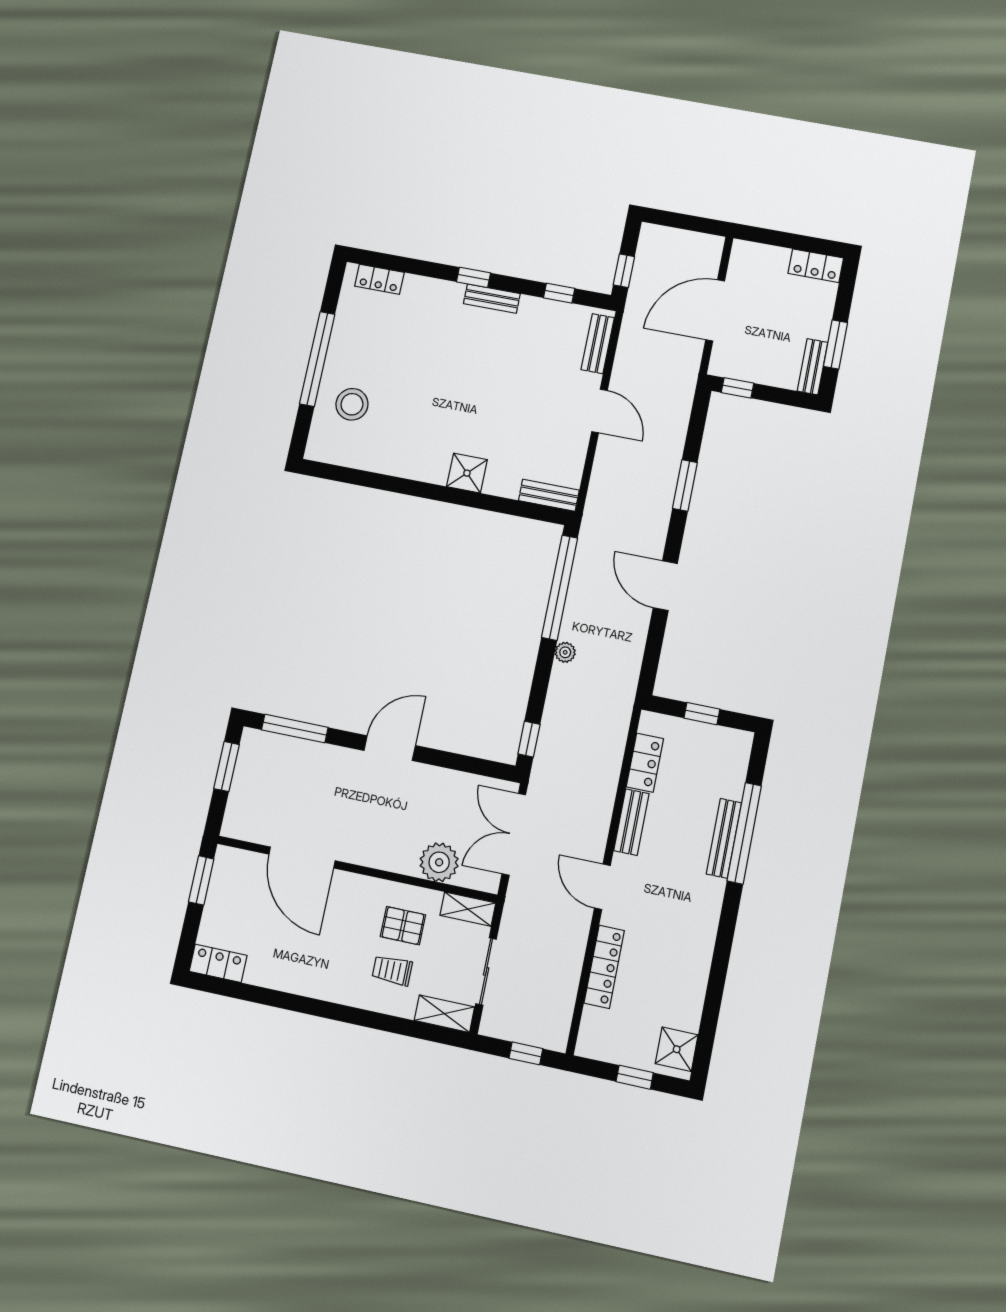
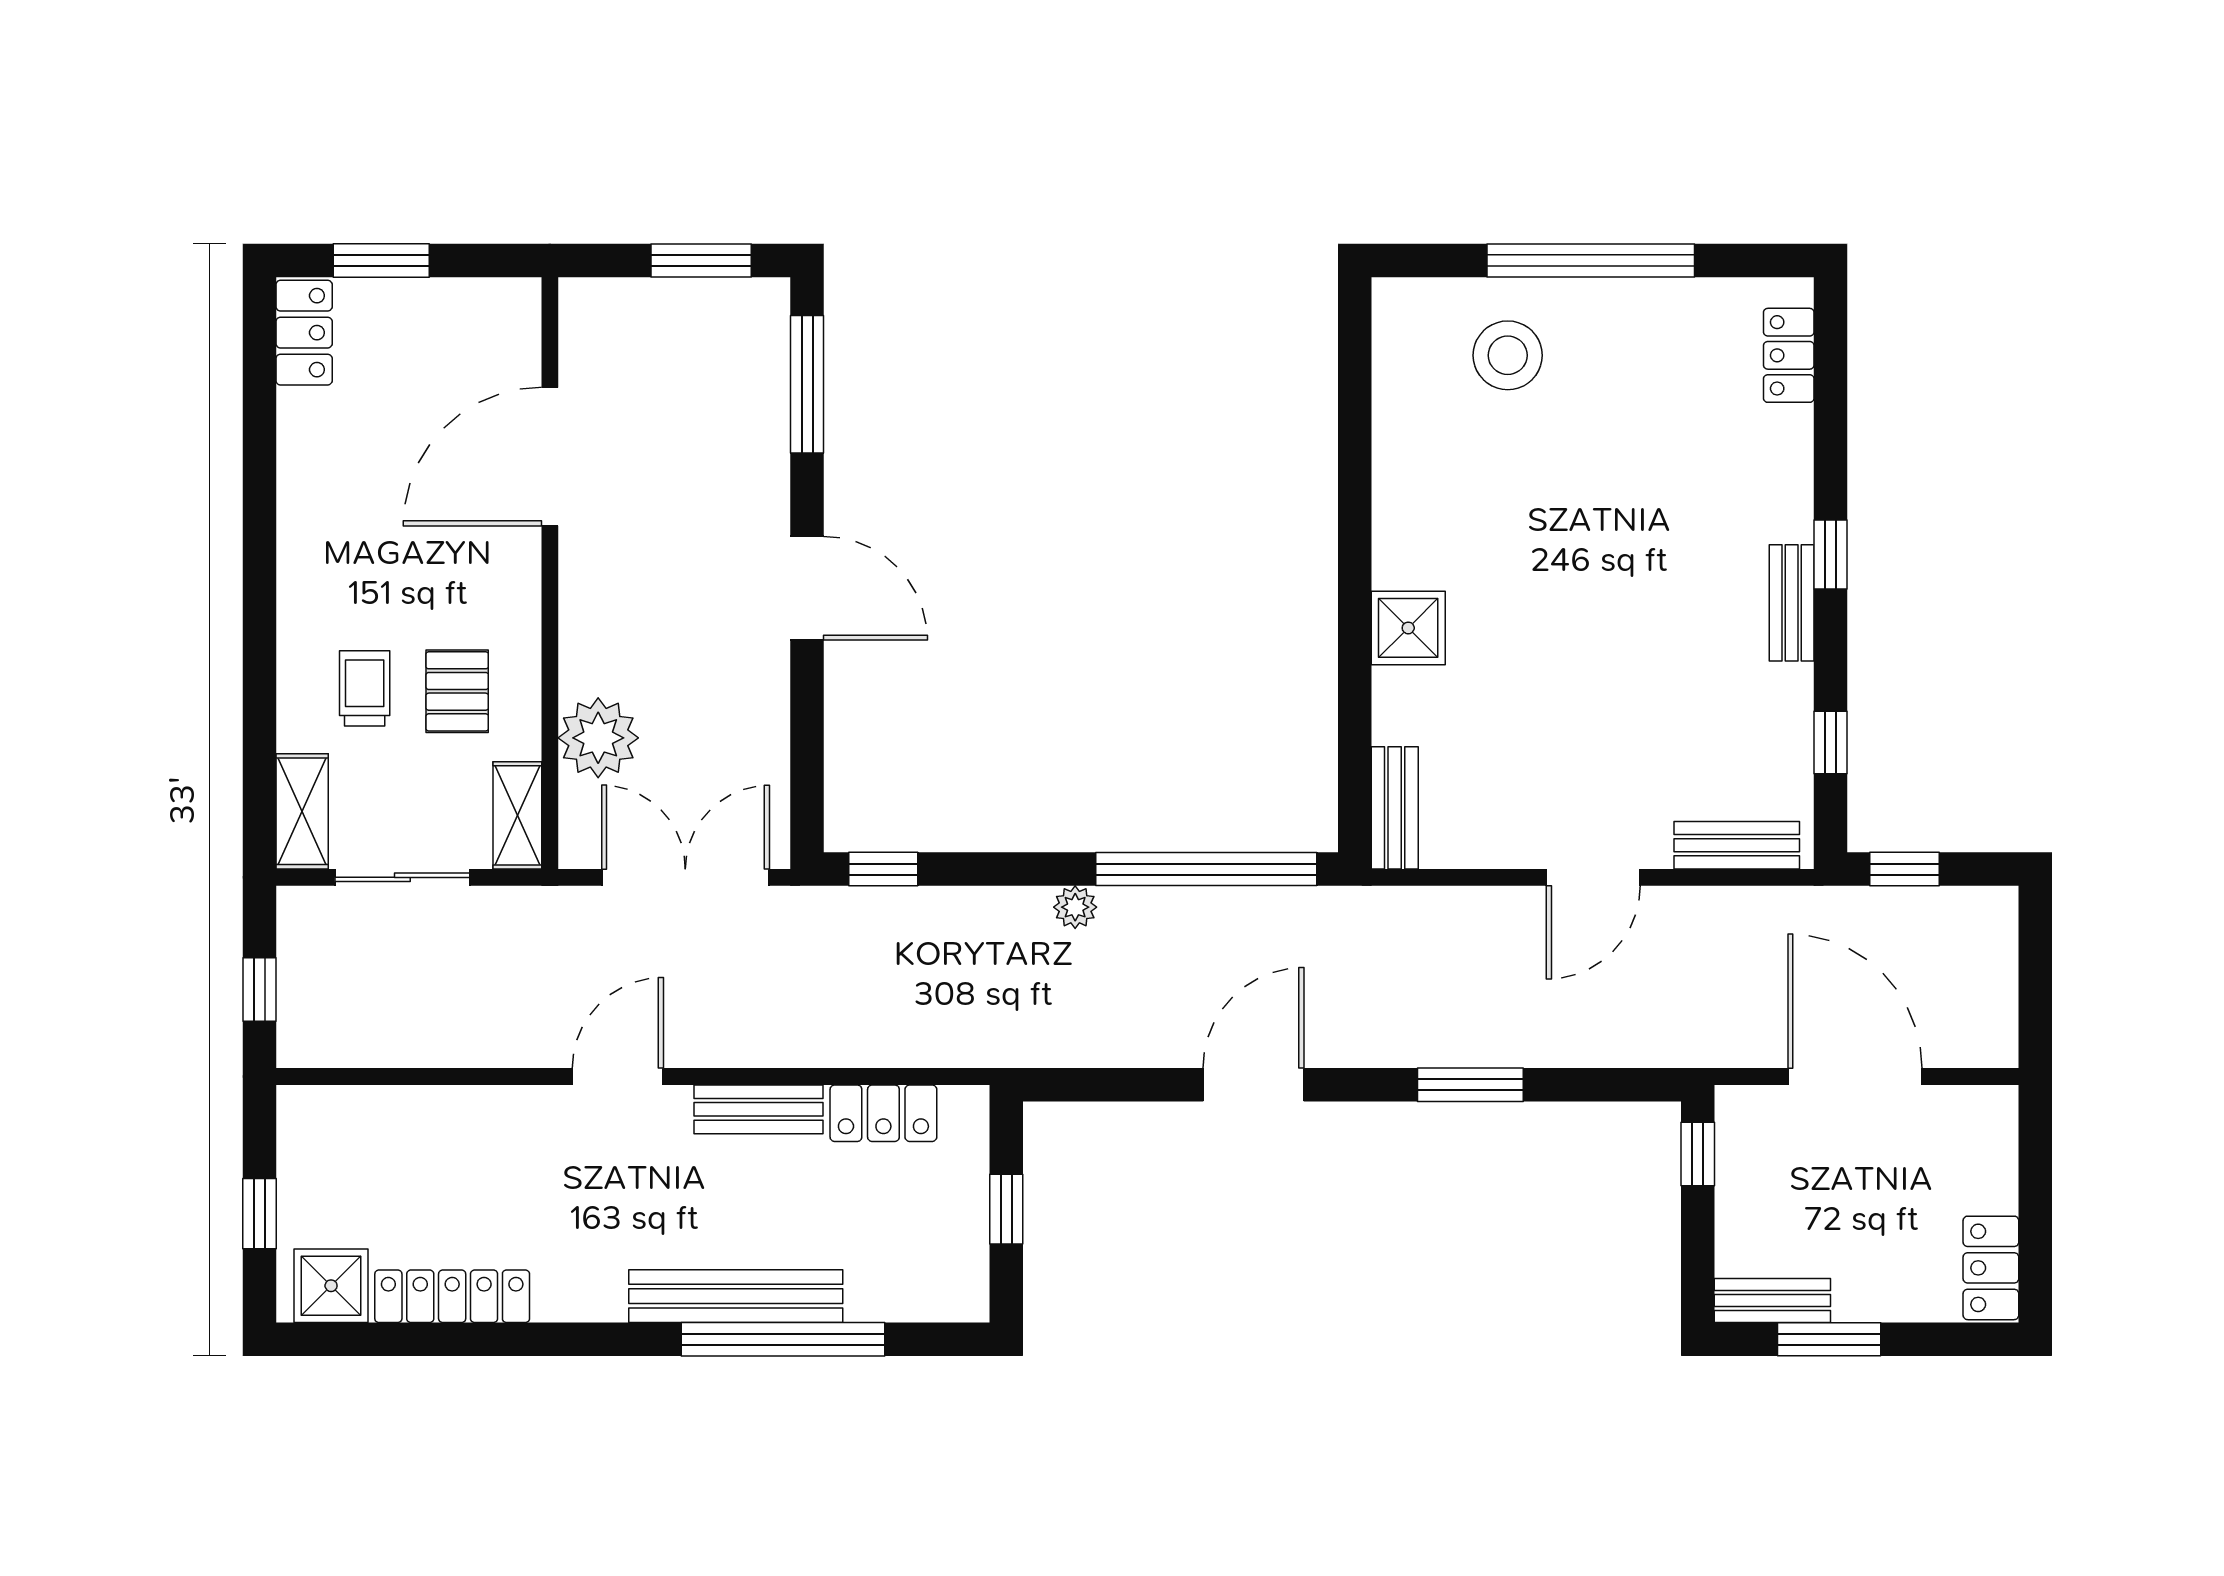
bench: (724, 838) -> (736, 1296), width x1.37, depth x1.21
window: (201, 880) -> (381, 261), moved
locker: (604, 967) -> (452, 1296), moved, turned 180

